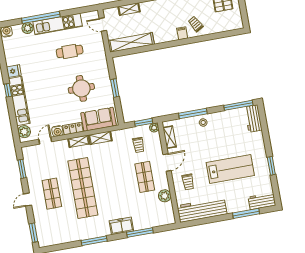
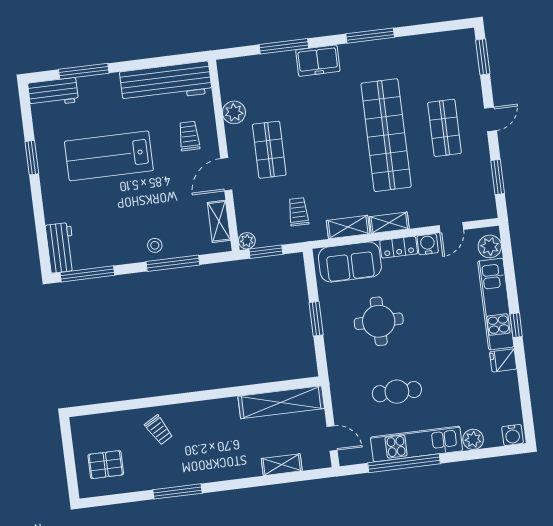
window: (41, 17) -> (404, 463), moved
filing cabinet: (182, 33) -> (185, 414), removed
trolley: (138, 145) -> (298, 212), moved

